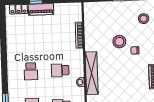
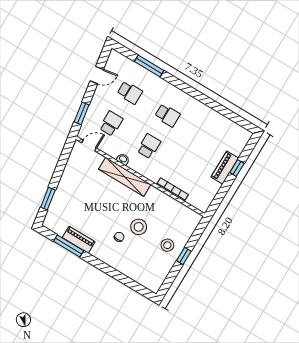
locker: (18, 9) -> (240, 144), removed
stool: (144, 19) -> (167, 245), moved
school desk: (31, 71) -> (167, 115), turned 180

